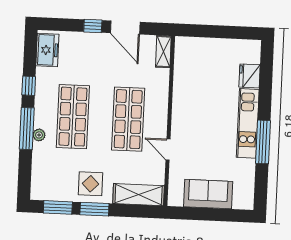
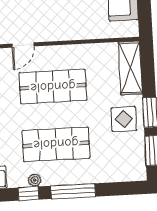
plant: (39, 135) -> (35, 180), moved
door: (168, 150) -> (23, 45), moved

